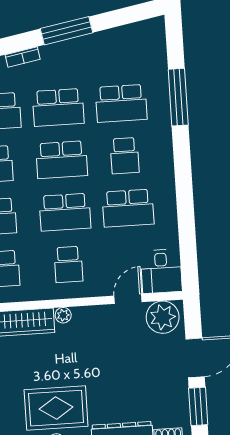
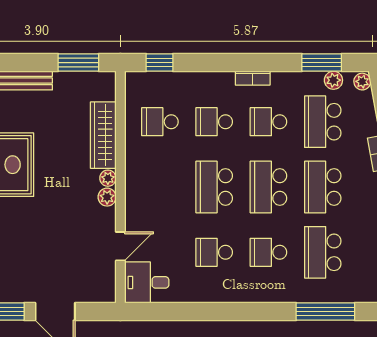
school desk: (128, 208) -> (214, 252), width x0.54
school desk: (68, 265) -> (160, 187), removed
door: (128, 299) -> (120, 246), hinge flipped
plant: (163, 317) -> (107, 197), moved, width x0.53, depth x0.53

